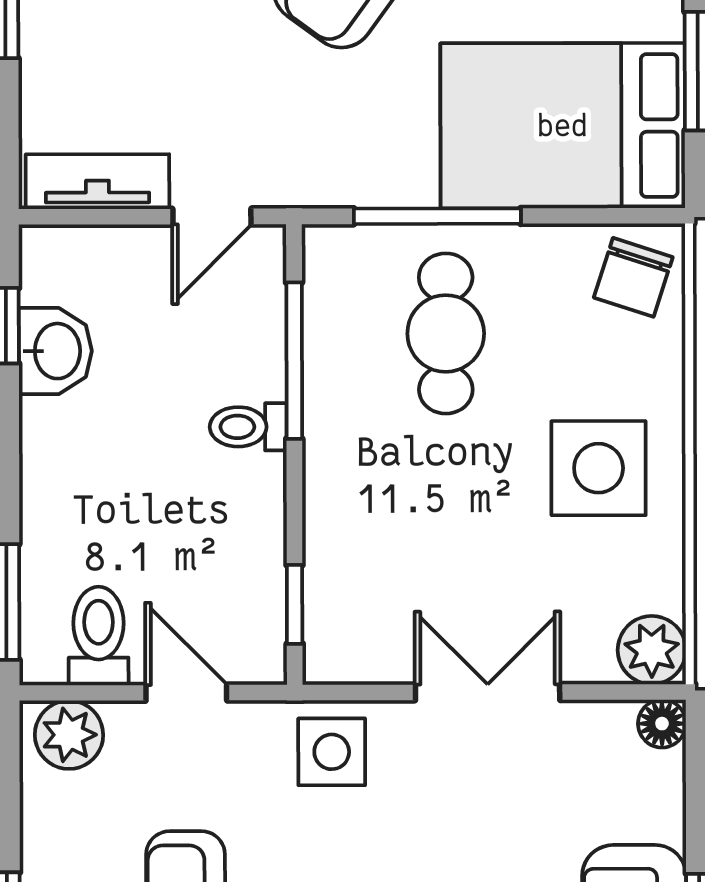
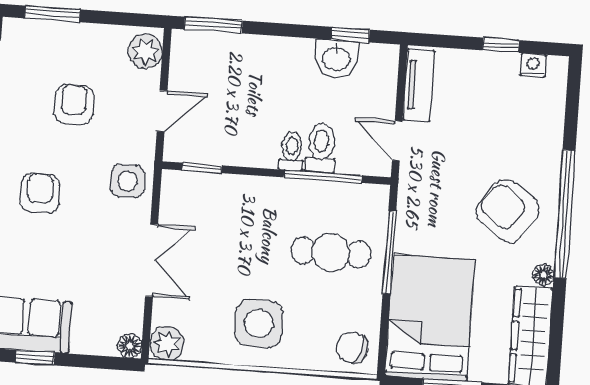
toilet: (99, 636) -> (321, 148), moved, turned -90

